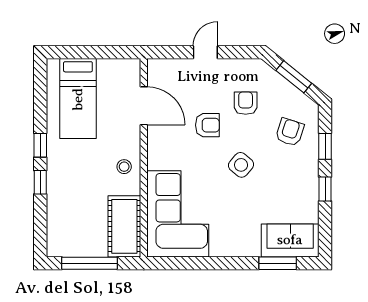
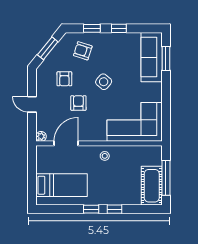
plant: (155, 66) -> (41, 136), added
armchair: (246, 103) -> (64, 79), turned -90
cot: (124, 226) -> (152, 186), moved, turned 90
sofa: (290, 240) -> (152, 57), width x1.36

